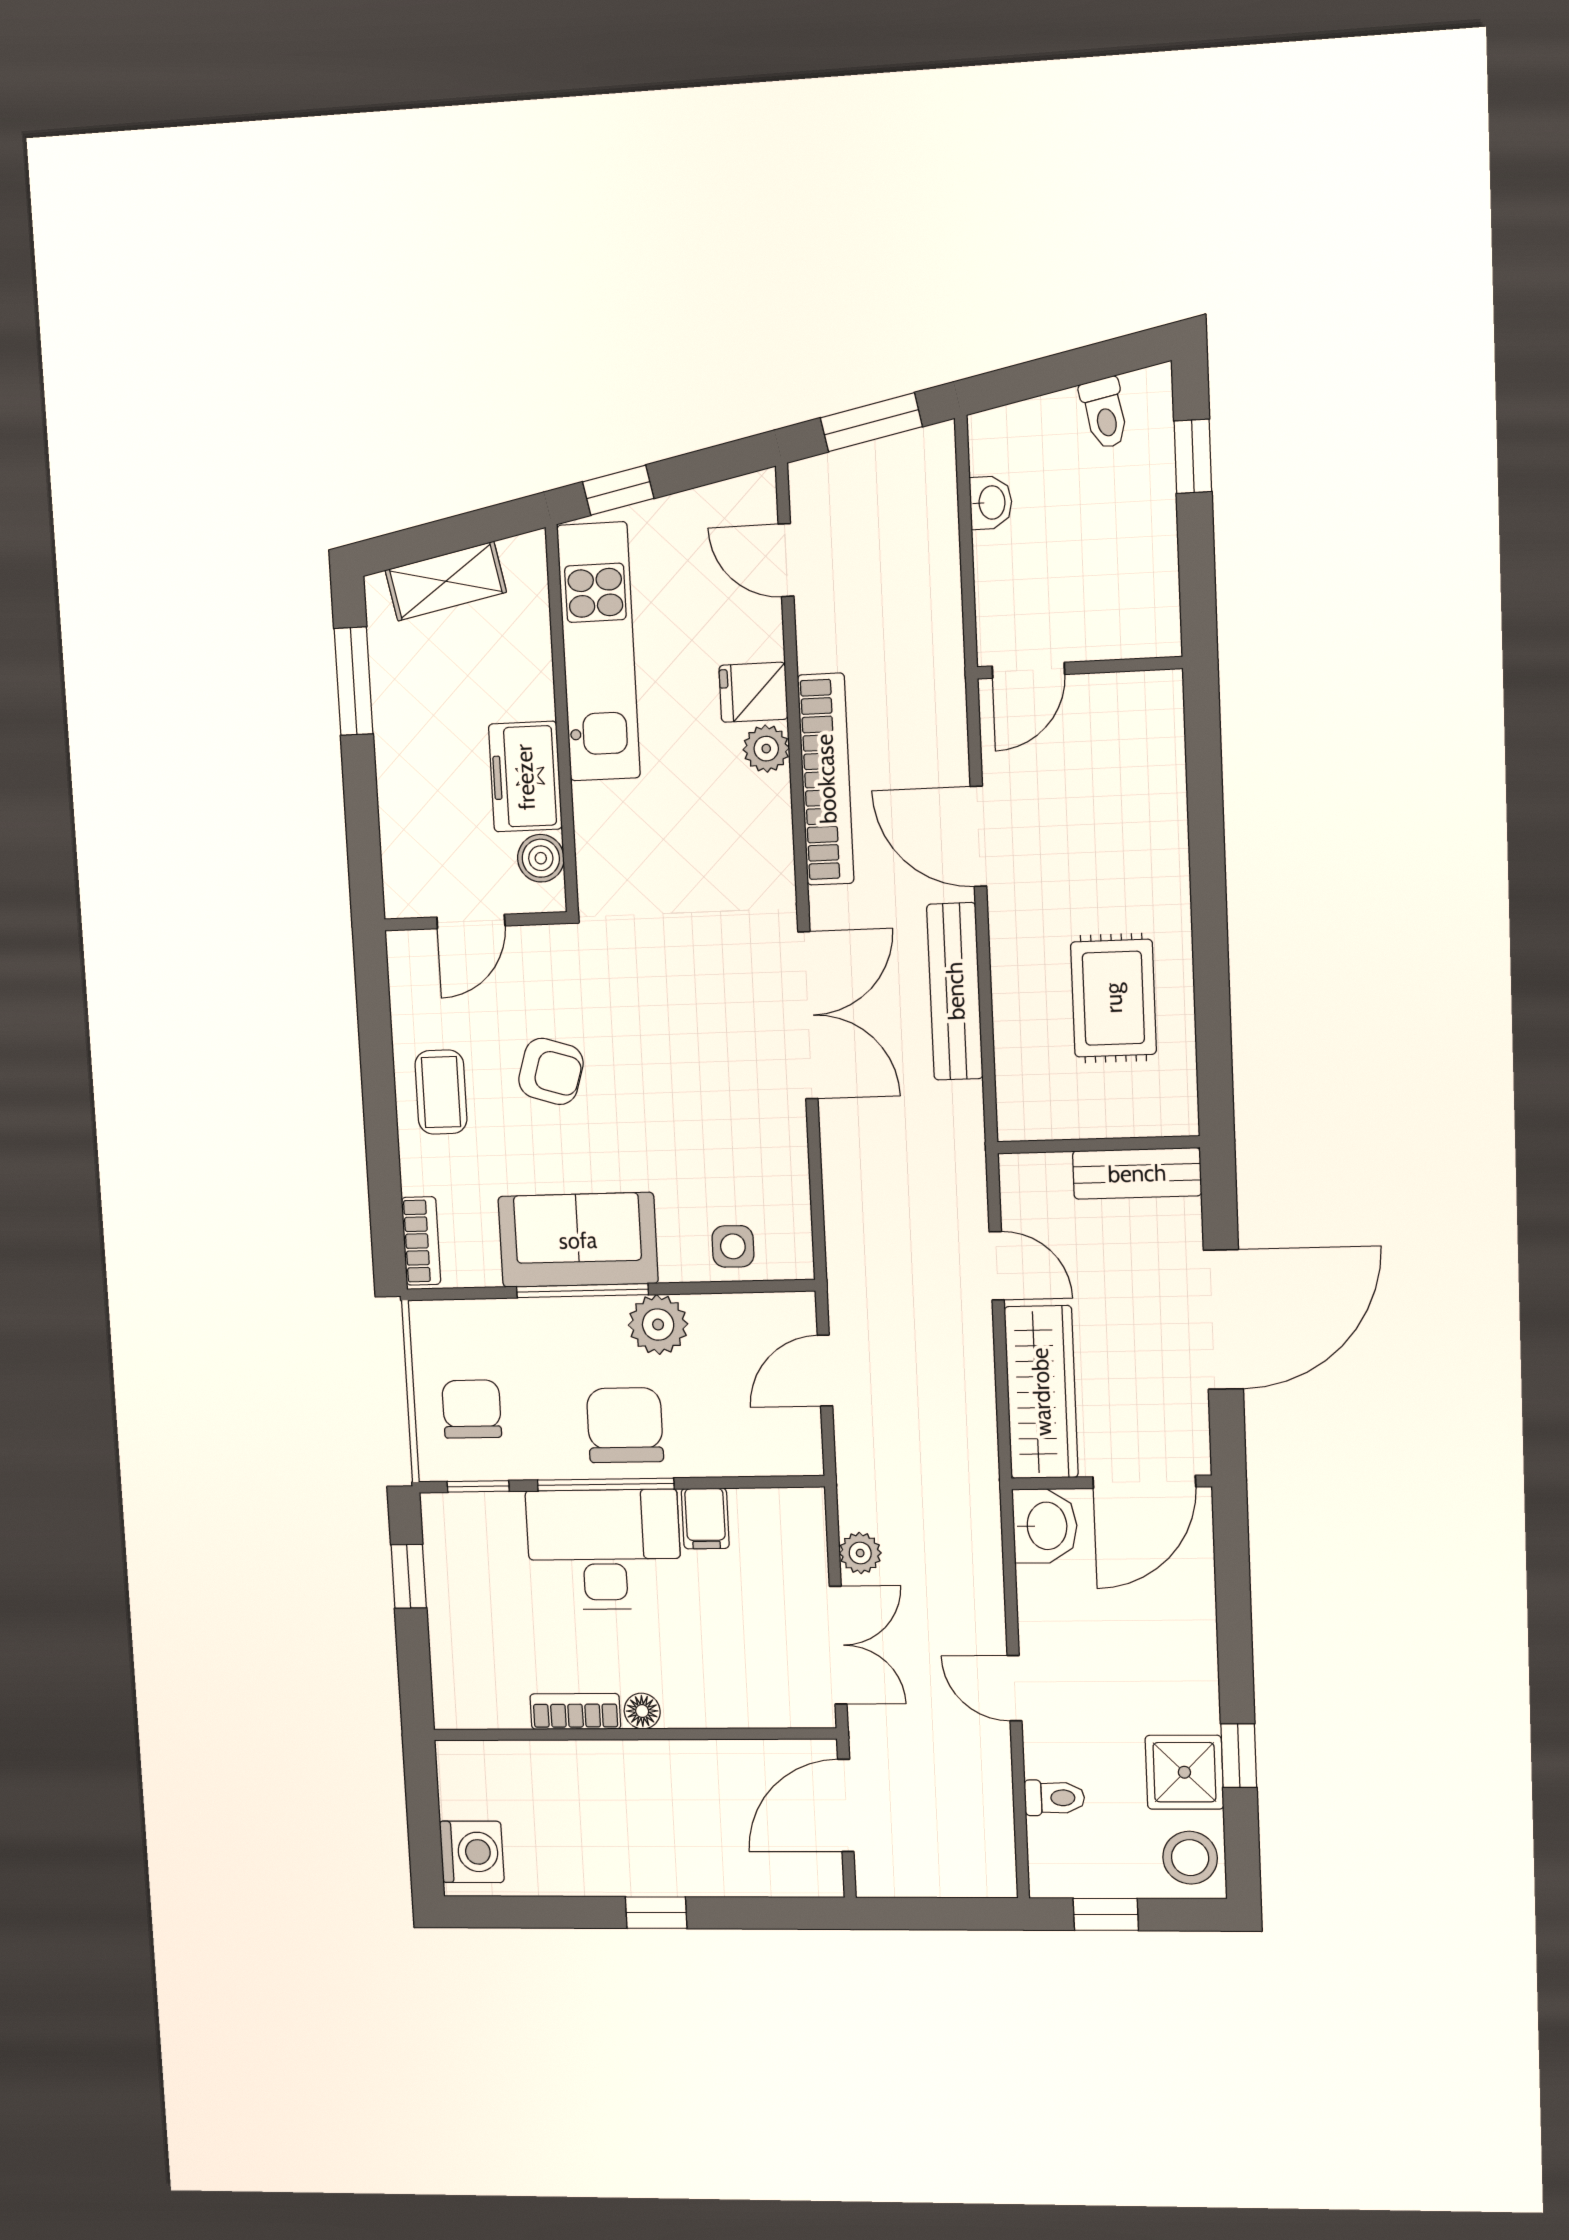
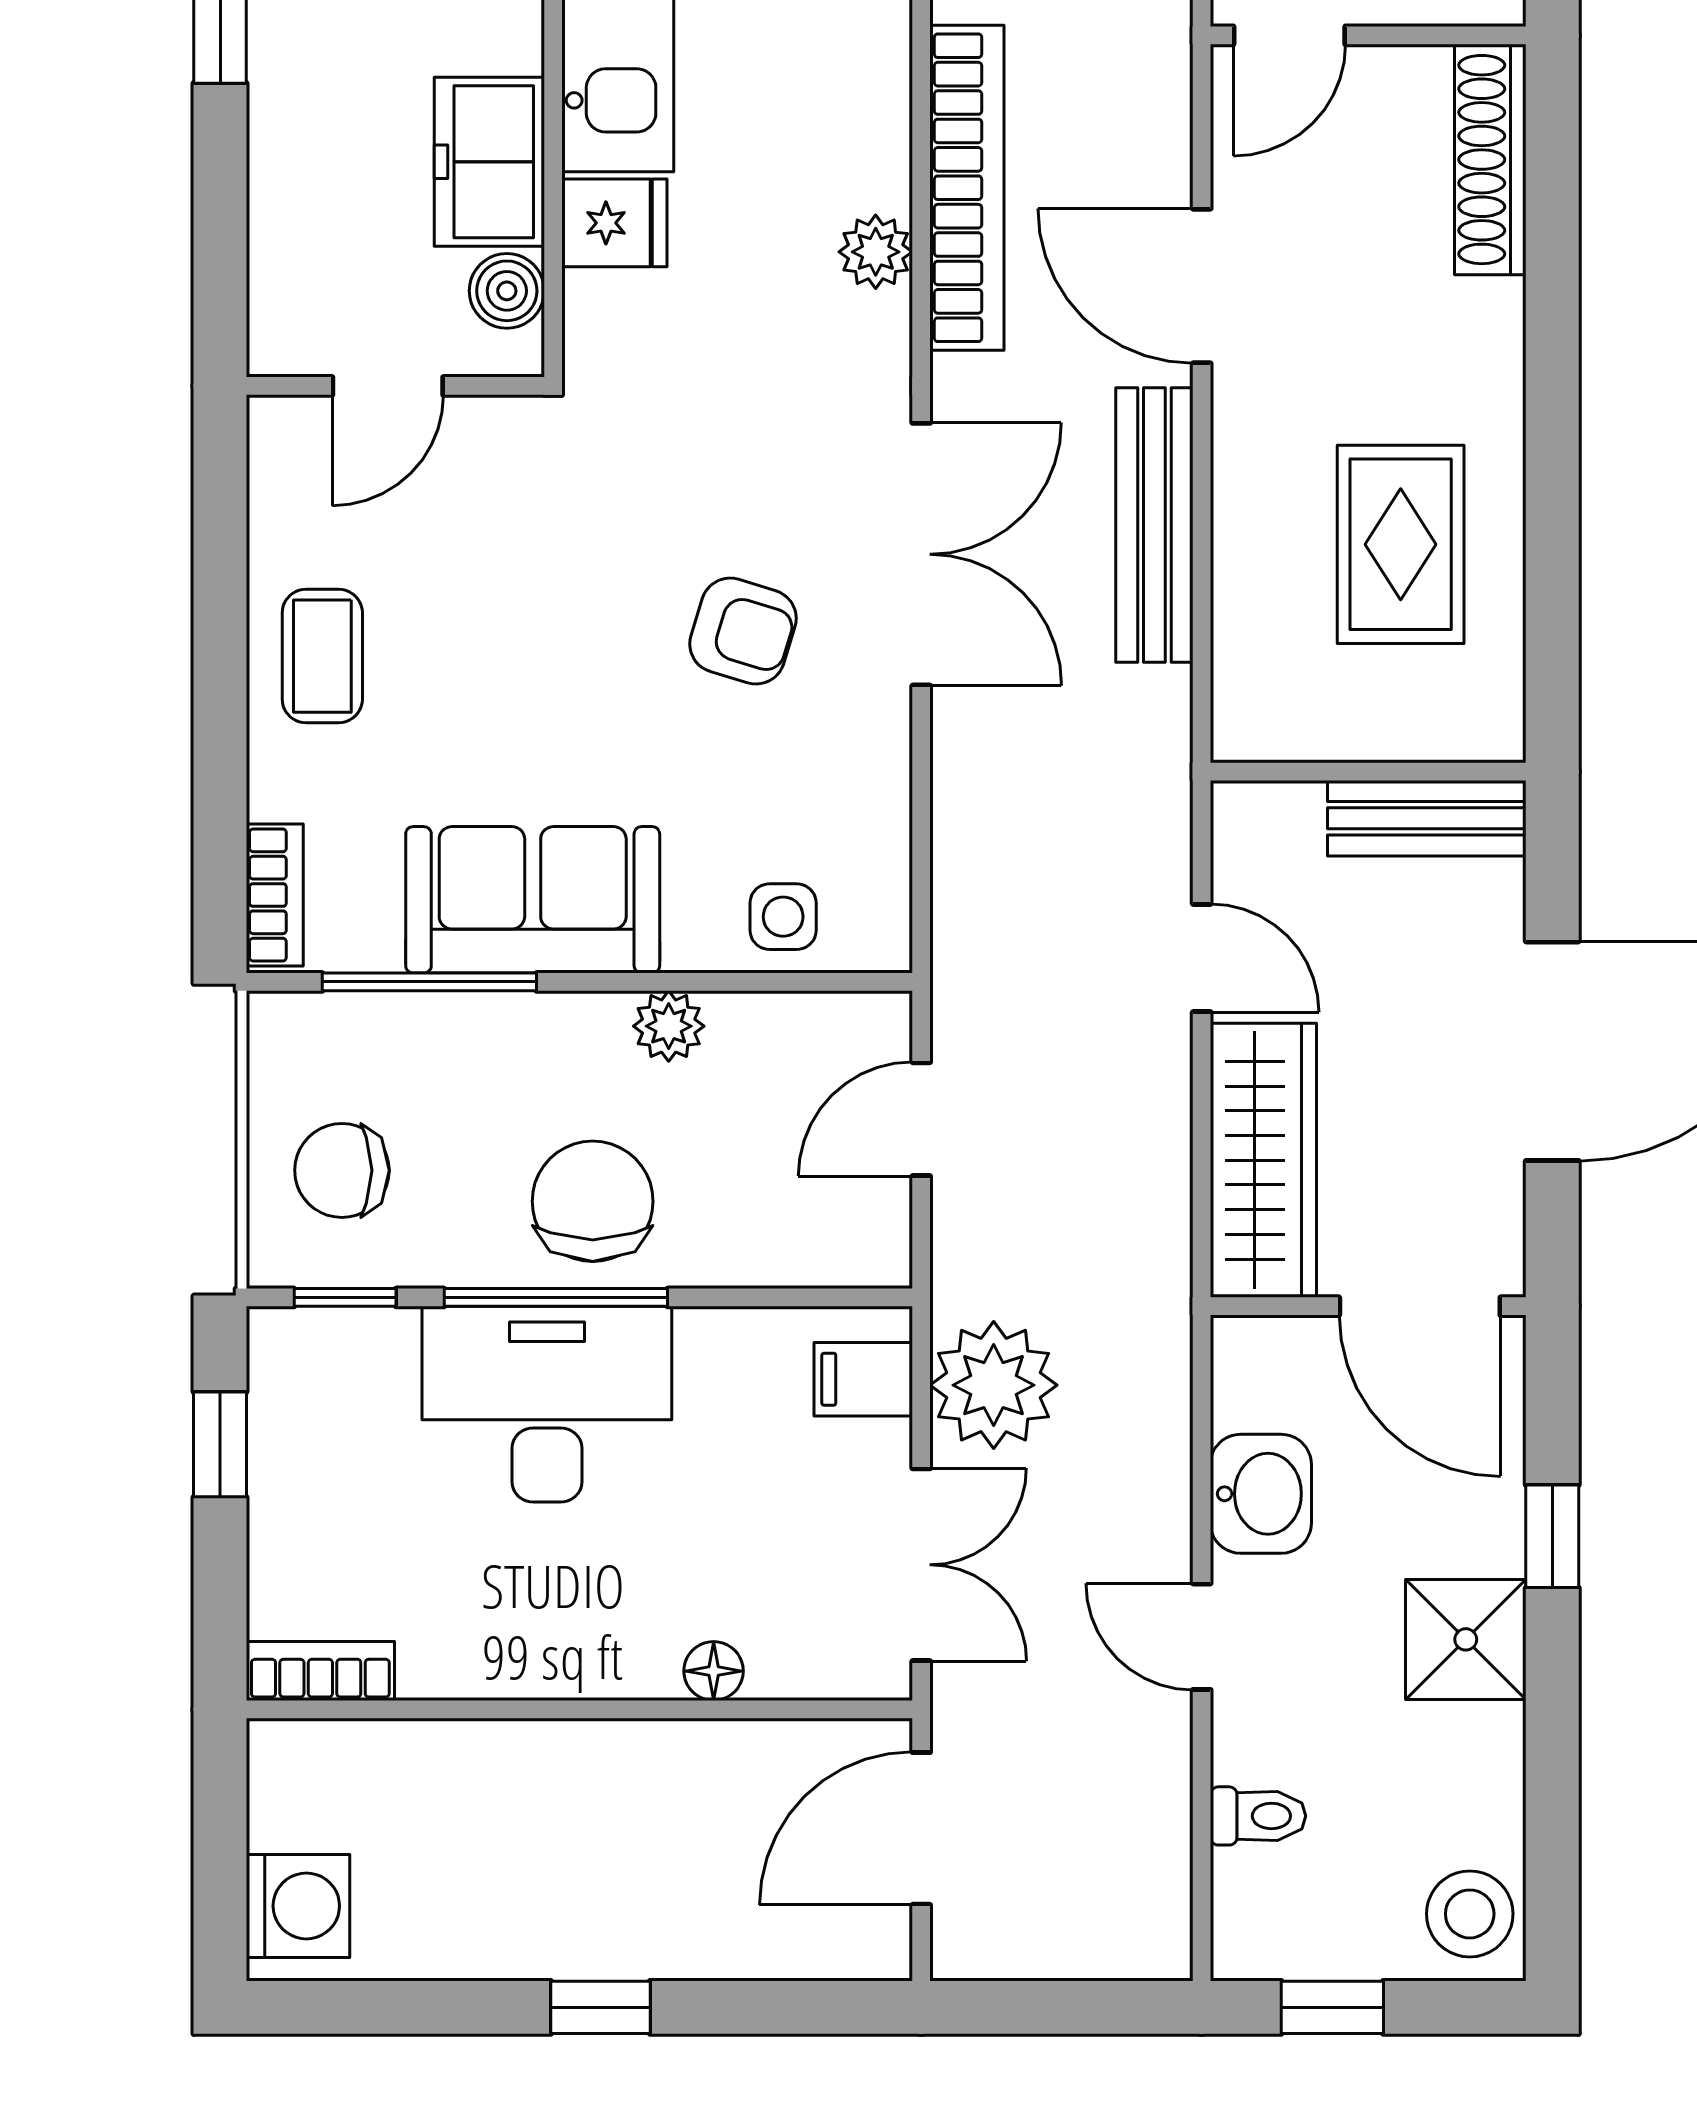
fridge: (753, 692) -> (614, 223), moved, turned 180
shoe rack: (1162, 745) -> (1490, 160), added
plant: (766, 749) -> (876, 252), moved
armchair: (551, 1071) -> (743, 631), moved
window: (582, 1291) -> (429, 982), moved
plant: (658, 1325) -> (669, 1026), width x0.73, depth x0.73
chair: (472, 1409) -> (342, 1170), turned -90
door: (1144, 1482) -> (1420, 1306), hinge flipped
filing cabinet: (705, 1519) -> (863, 1379), moved, turned 90
washbasin: (1045, 1526) -> (1261, 1494), moved
plant: (860, 1553) -> (994, 1385), width x1.88, depth x1.88
bookcase: (575, 1711) -> (320, 1671), moved
floor lamp: (642, 1711) -> (714, 1671), moved
window: (1239, 1756) -> (1552, 1536), moved
shower: (1184, 1772) -> (1466, 1639), moved

